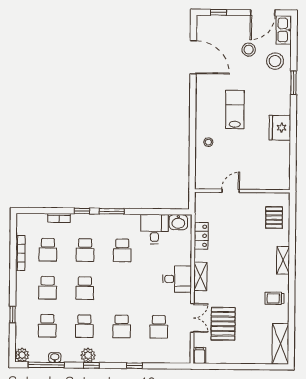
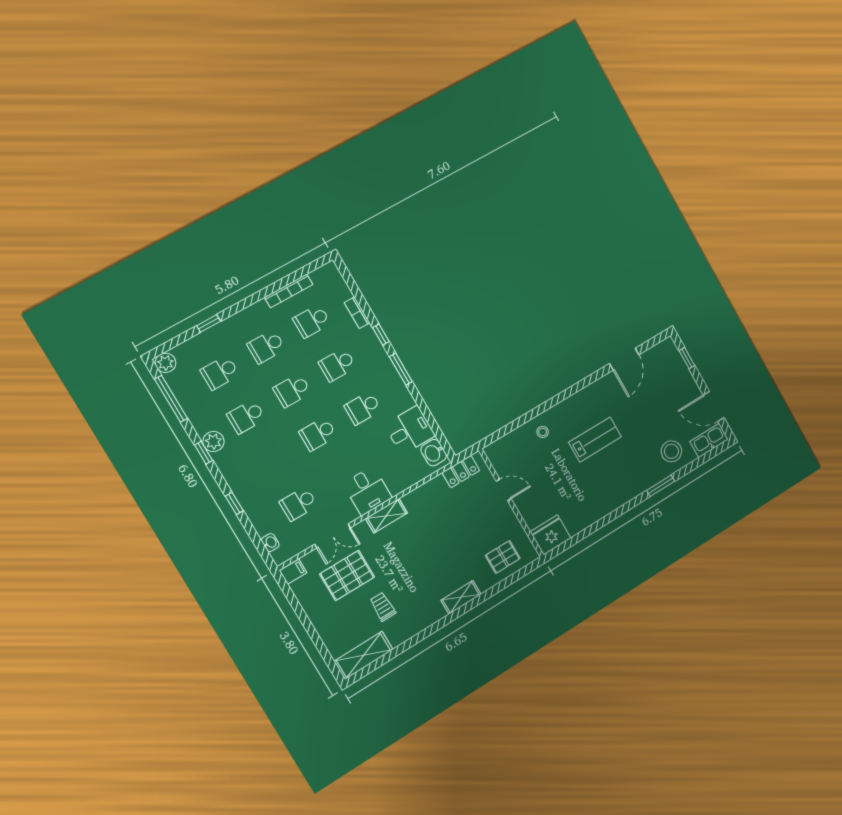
stool: (249, 50) -> (667, 415), removed
door: (193, 57) -> (624, 359), width x0.73
fridge: (280, 128) -> (550, 535), moved
locker: (201, 236) -> (461, 472), moved
trolley: (275, 298) -> (383, 607), moved
school desk: (122, 326) -> (318, 434), moved
washbasin: (55, 357) -> (270, 543), moved

